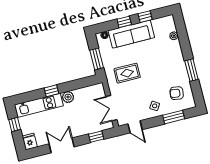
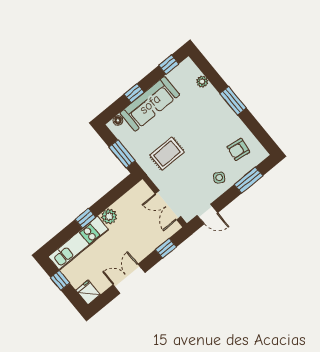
window: (145, 17) -> (169, 65), moved
window: (191, 70) -> (233, 101), moved

